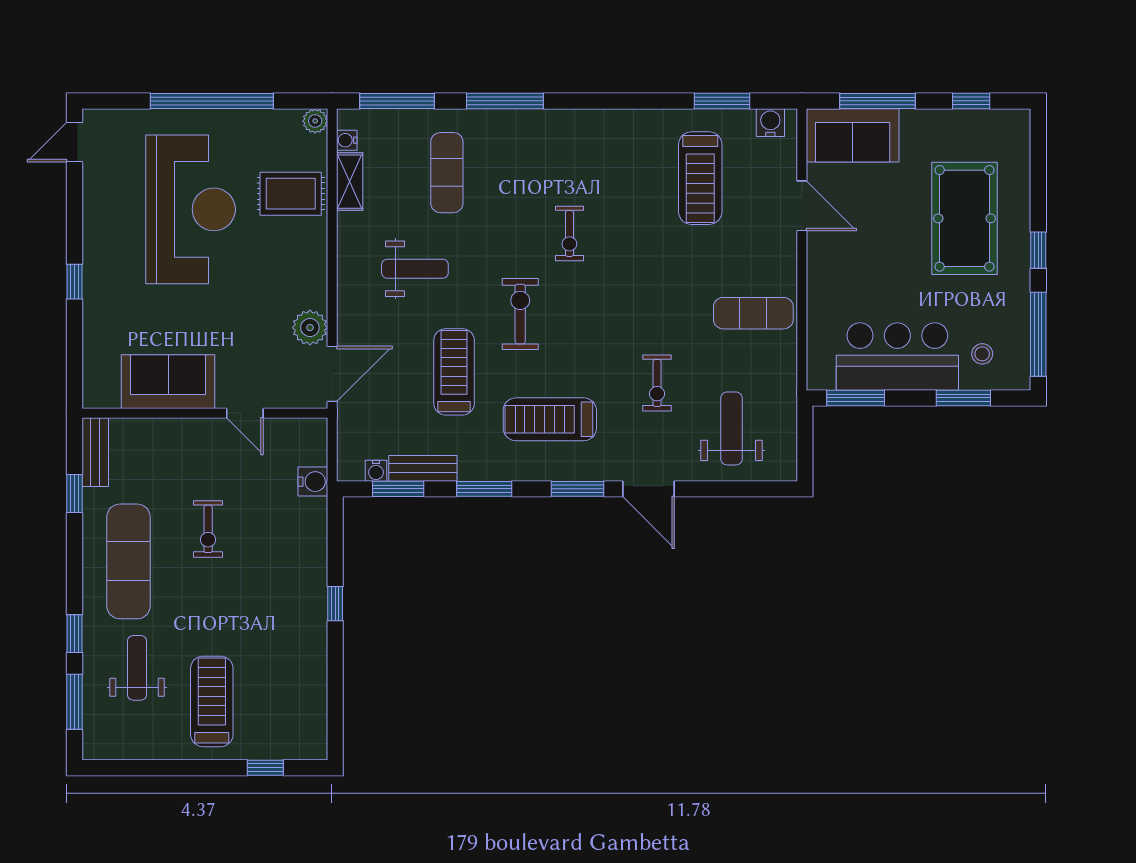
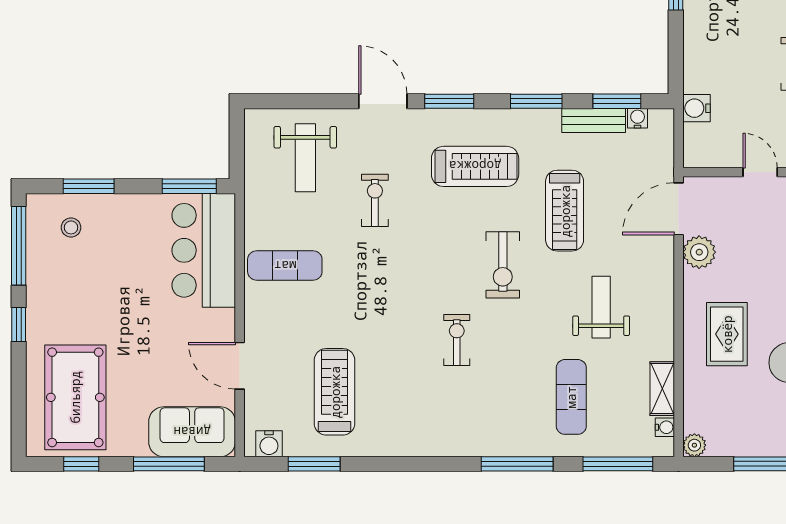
rug: (291, 194) -> (727, 334), moved, turned 90
pool table: (964, 218) -> (75, 397), moved
weight bench: (415, 269) -> (601, 307), turned 90
bar counter: (897, 357) -> (204, 250), moved, turned 90

